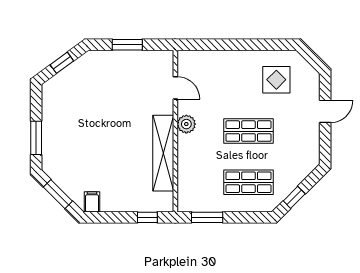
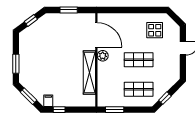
door: (175, 88) -> (96, 35), width x1.88
window: (147, 217) -> (59, 110), moved

